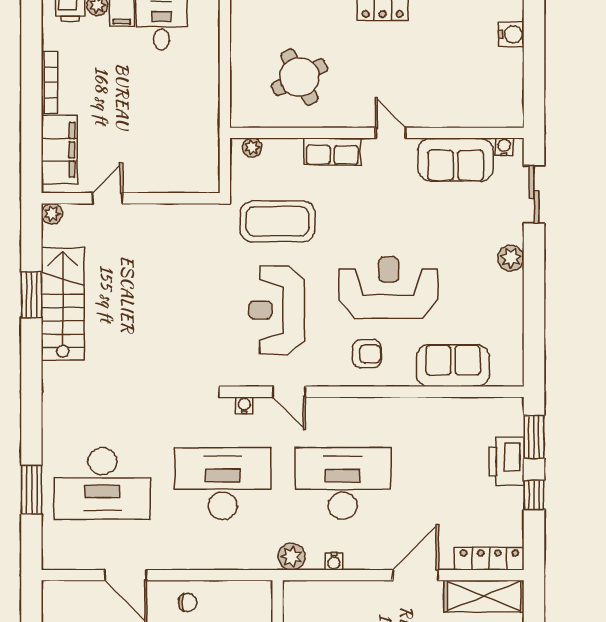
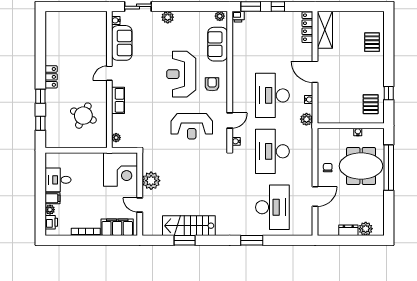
water cooler: (511, 34) -> (64, 17), removed
round table: (299, 77) -> (83, 116), turned -38
corner desk: (184, 157) -> (121, 169), added
plant: (52, 214) -> (151, 181), moved, width x1.87, depth x1.87
coffee table: (277, 221) -> (150, 126), removed
plant: (513, 370) -> (220, 16), added
printer: (507, 461) -> (238, 17), moved, width x0.53, depth x0.68
window: (31, 490) -> (252, 240), moved
door: (416, 575) -> (315, 72), moved

